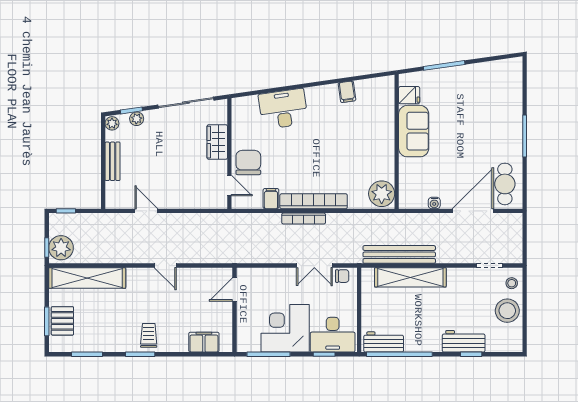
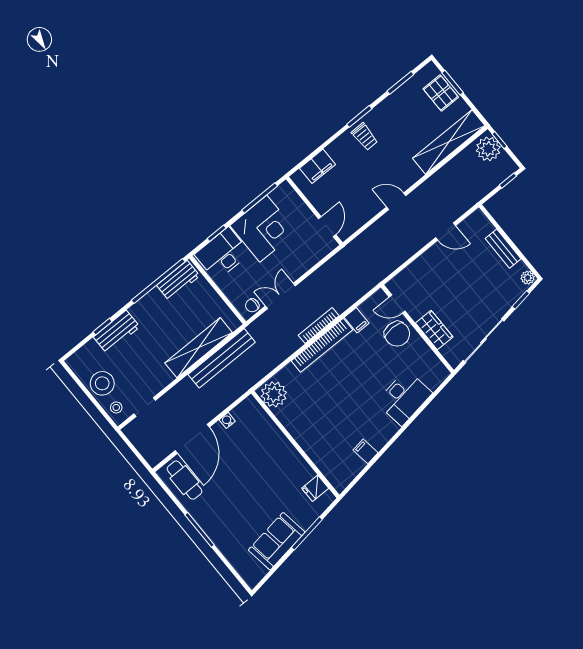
plant: (137, 119) -> (511, 297), removed
sofa: (414, 131) -> (277, 541), moved, turned 82

